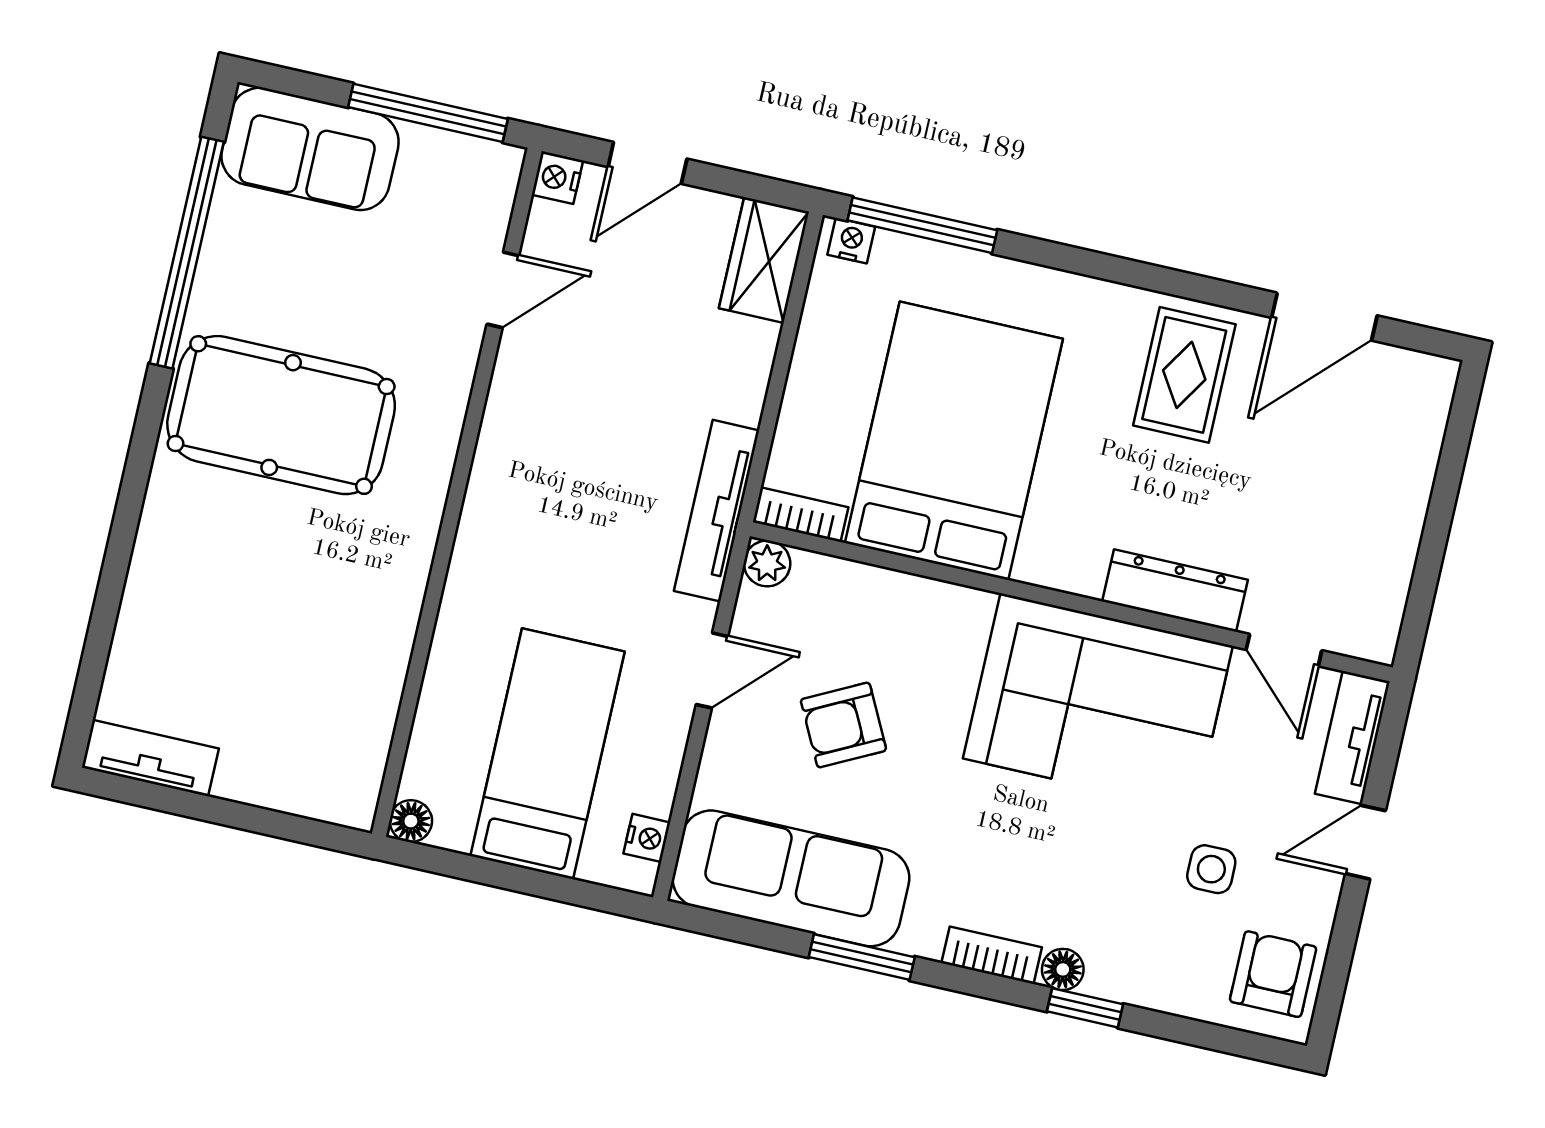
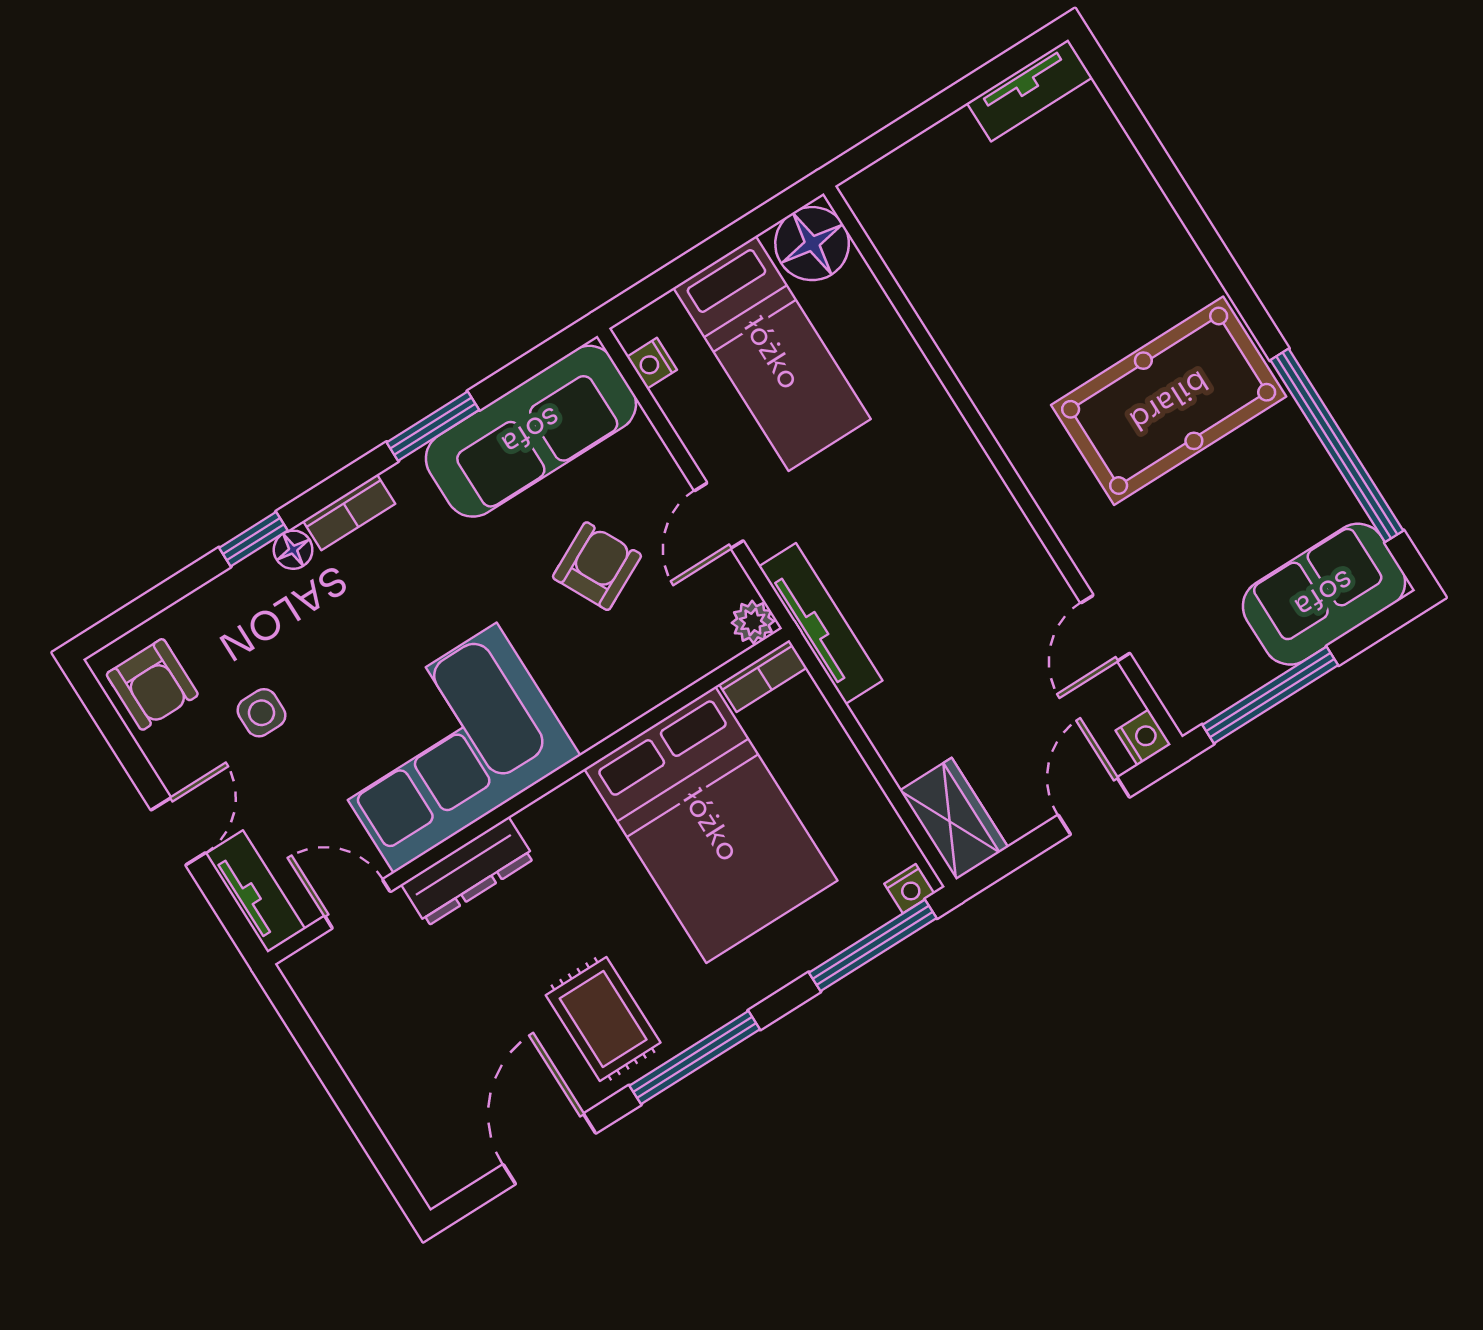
window: (1144, 276) -> (695, 1057), added
floor lamp: (411, 821) -> (812, 244), width x1.89, depth x1.89

